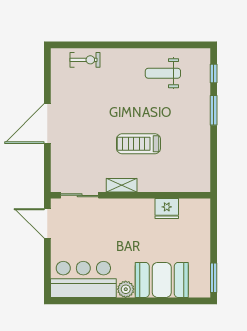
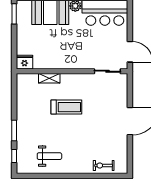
shelving: (122, 185) -> (49, 78), moved
fridge: (167, 209) -> (24, 62), moved

